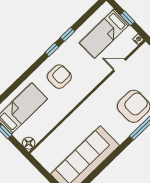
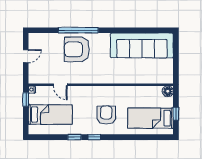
window: (127, 18) -> (26, 99), moved
armchair: (59, 77) -> (106, 115), turned 90

